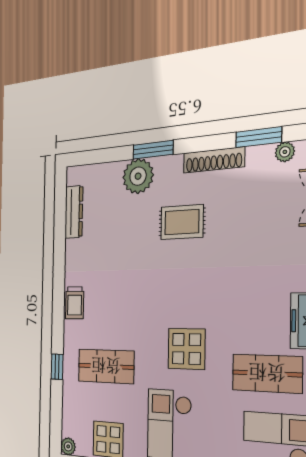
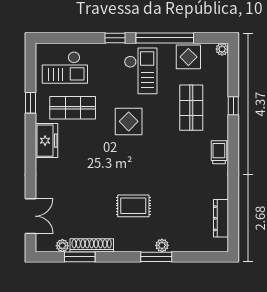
shoe rack: (214, 160) -> (92, 245), moved
plant: (138, 176) -> (162, 245), width x0.53, depth x0.53
shop shelf: (106, 366) -> (191, 108), turned 90

